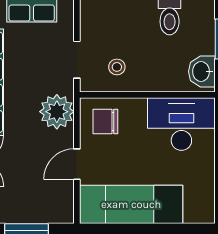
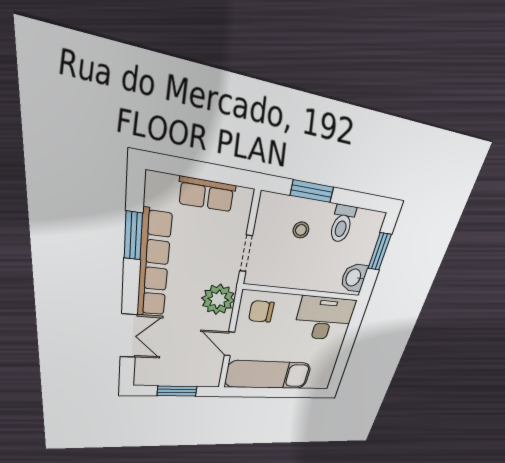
stool: (117, 67) -> (301, 230), moved
door: (77, 164) -> (229, 344), hinge flipped

